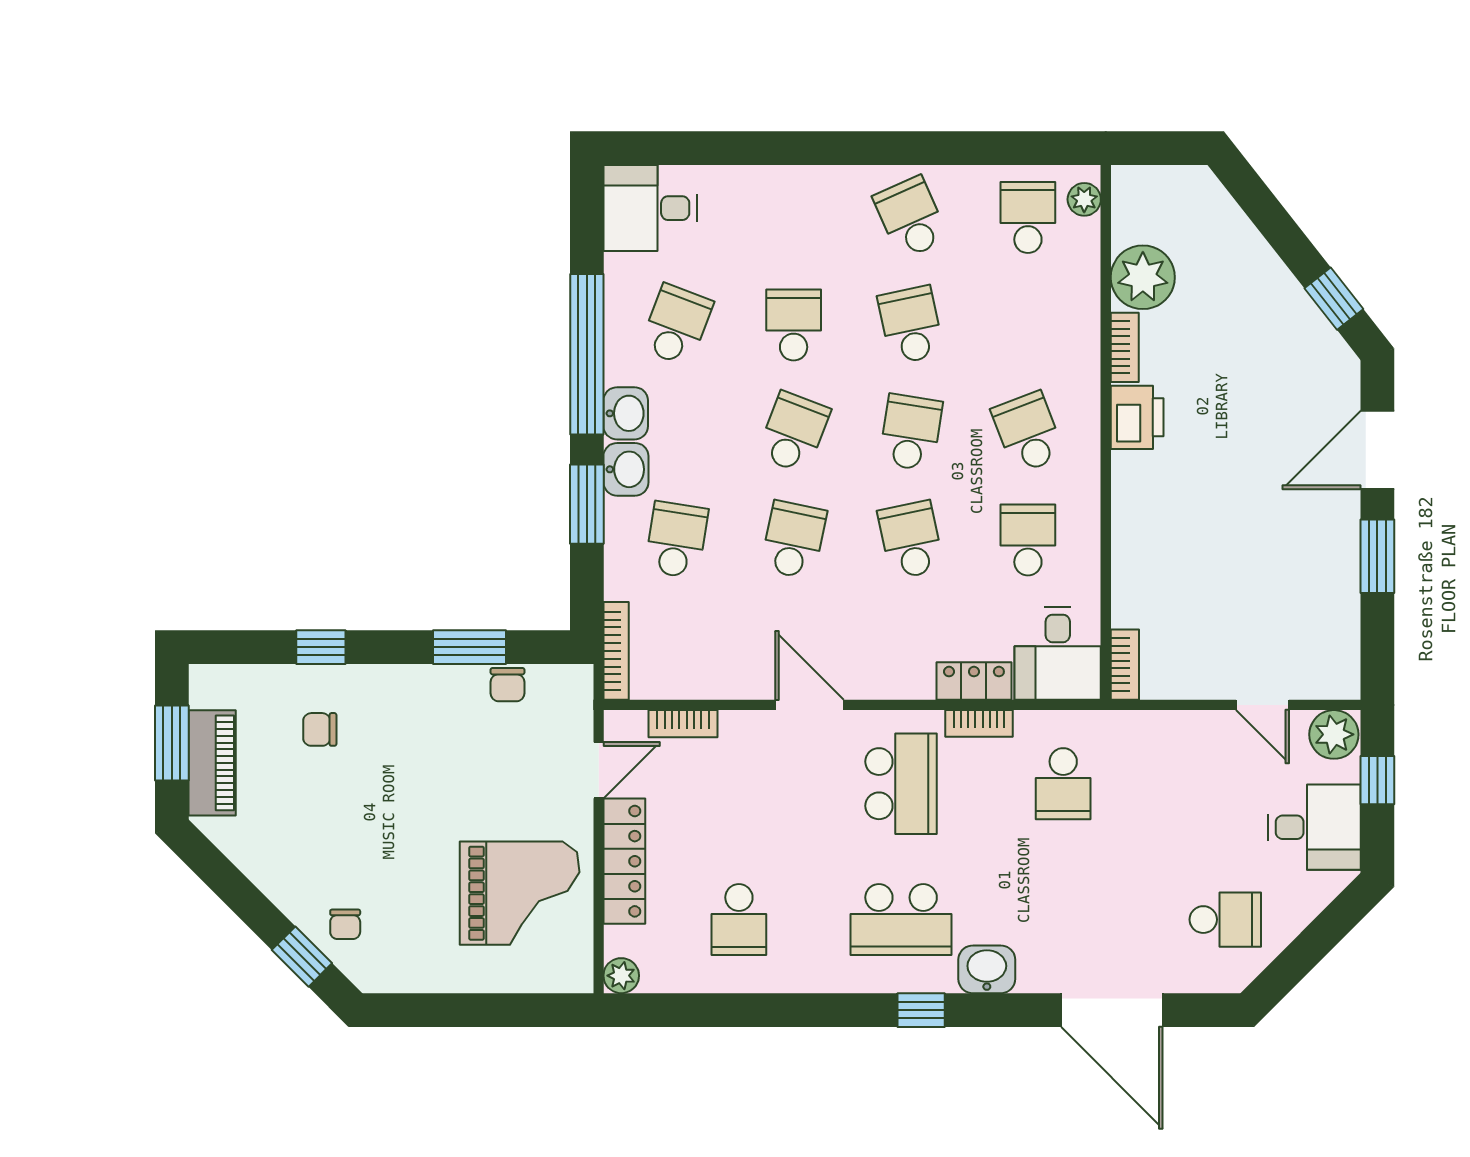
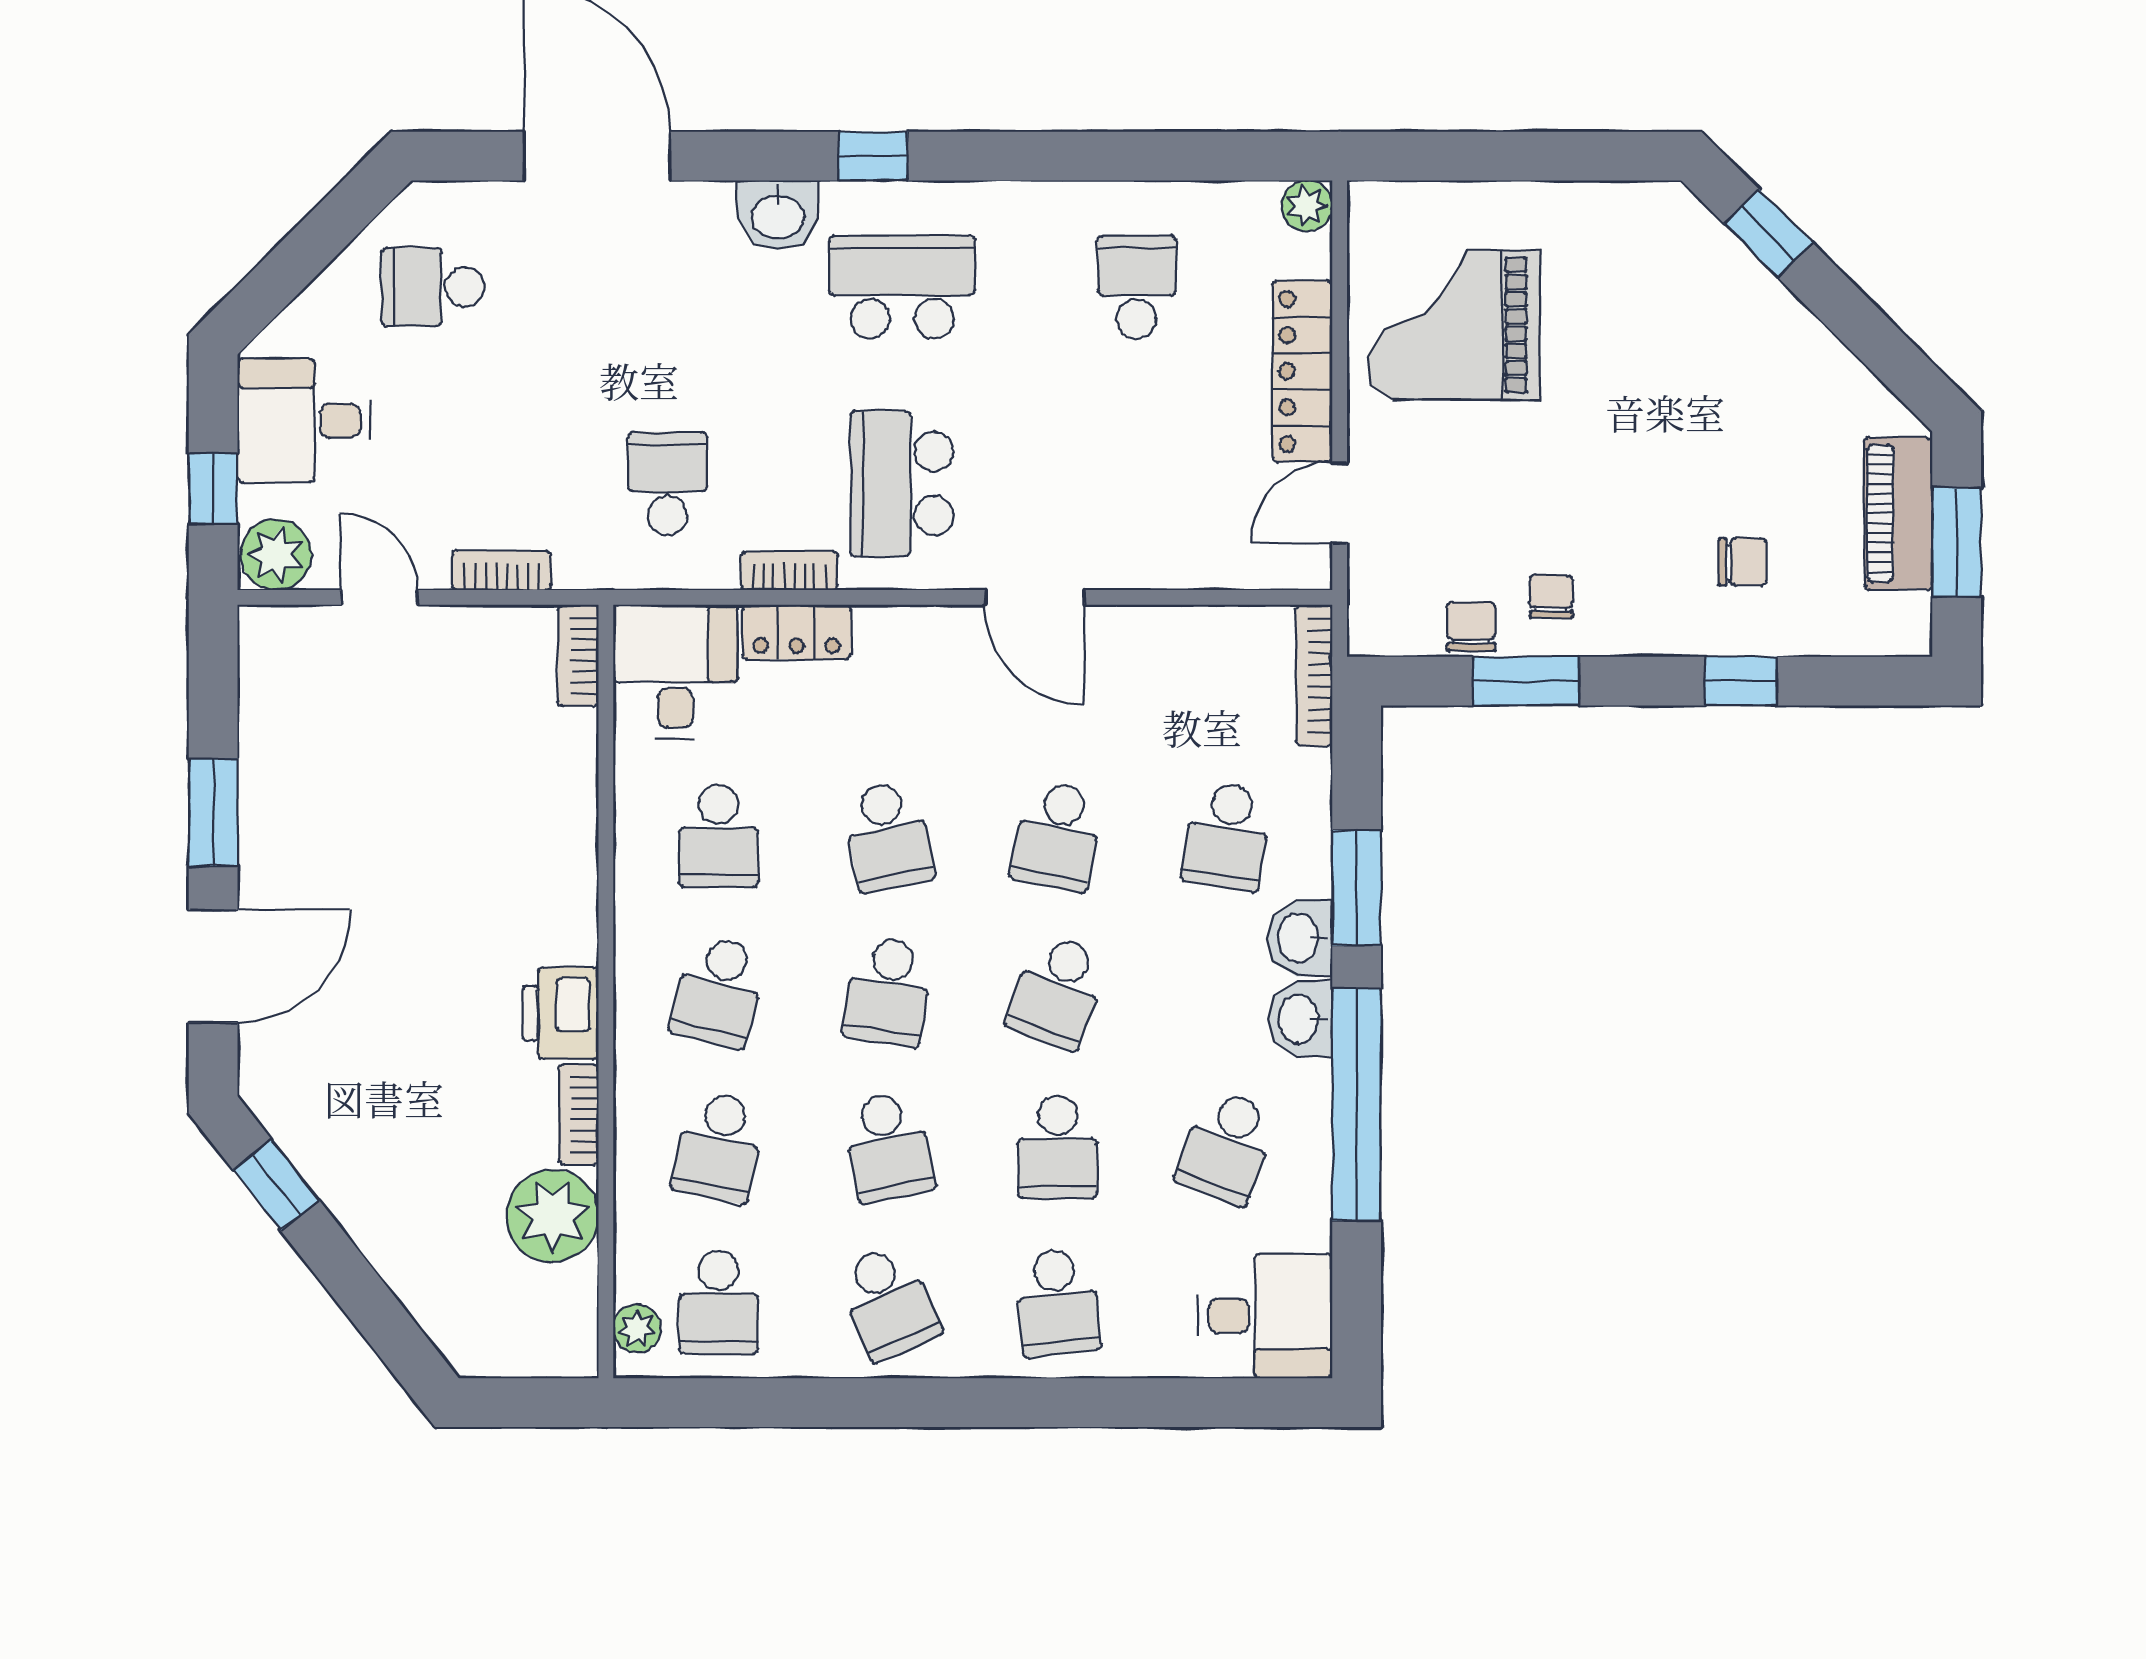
school desk: (794, 218) -> (1057, 1302), added
school desk: (1028, 325) -> (719, 1147), added
school desk: (1028, 432) -> (719, 991), turned 36
bookcase: (683, 724) -> (501, 570), moved
chair: (345, 924) -> (1551, 596), moved

